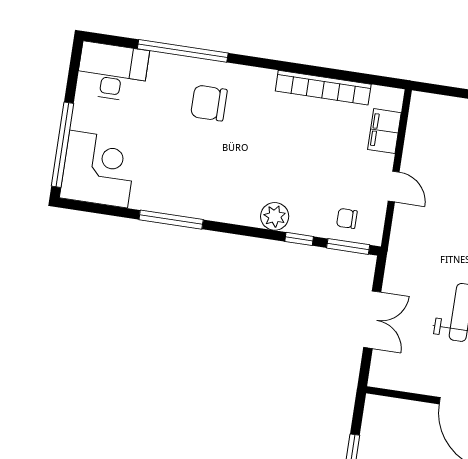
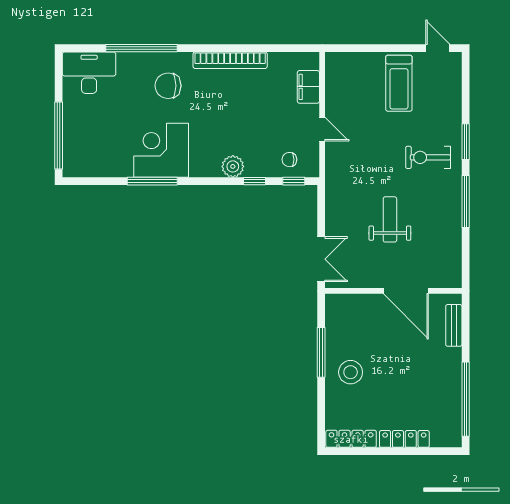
bookcase: (323, 88) -> (230, 60), moved
corner desk: (98, 169) -> (161, 150), moved, turned -90
window: (348, 246) -> (294, 181), width x0.67
double door: (372, 320) -> (321, 259), moved

